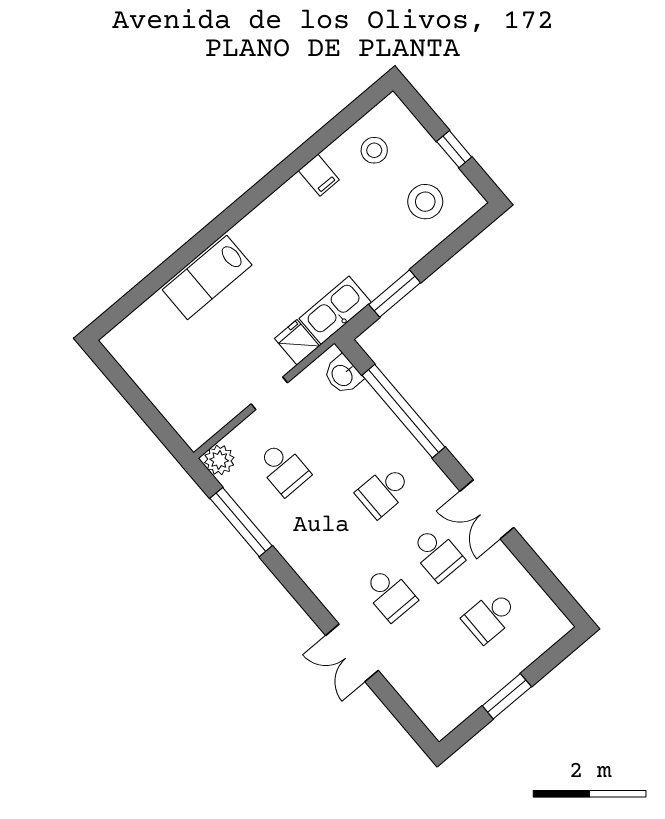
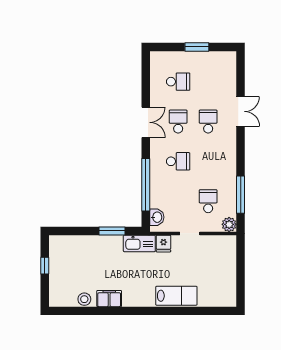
stool: (374, 150) -> (84, 299), moved
filing cabinet: (319, 175) -> (109, 299), width x2.00
stool: (425, 202) -> (72, 255), removed

